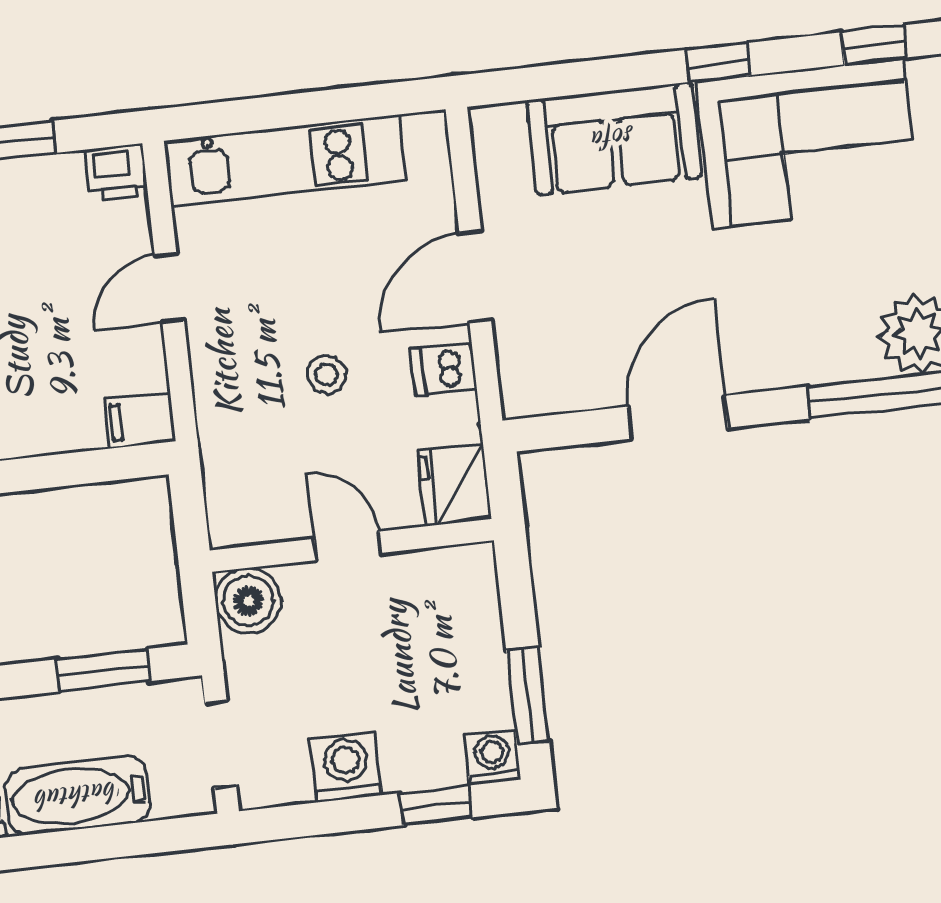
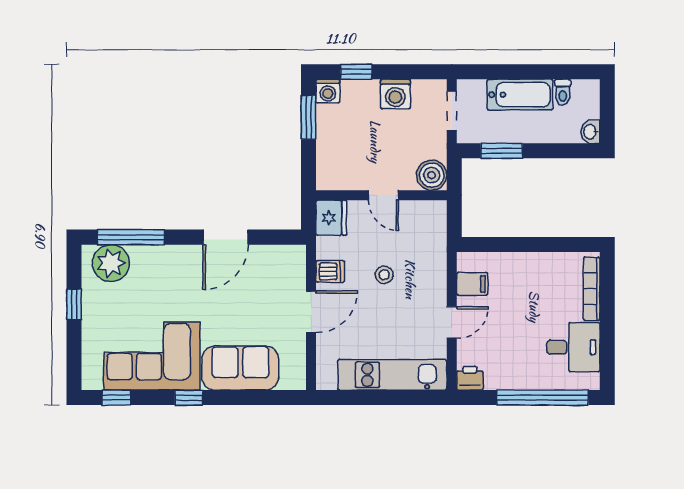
filing cabinet: (140, 420) -> (472, 284), moved

